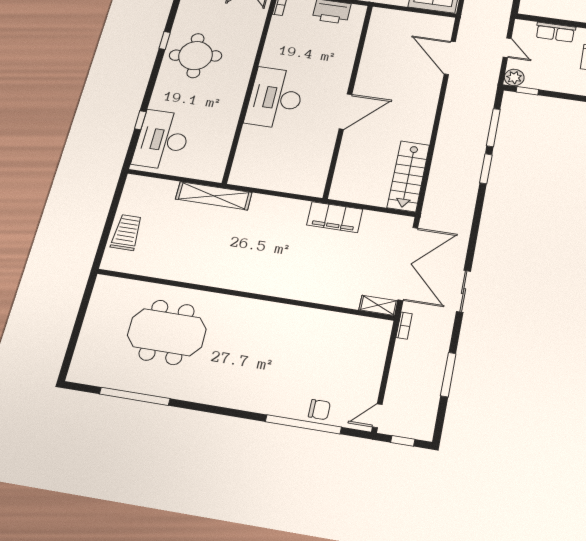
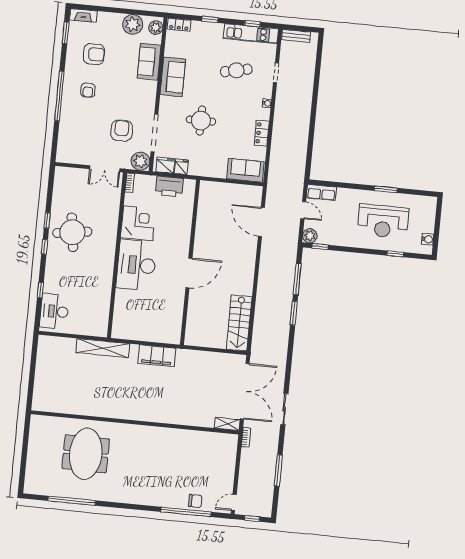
row of seats: (555, 32) -> (321, 193), moved
corner desk: (285, 50) -> (138, 223), added
window: (156, 70) -> (45, 247), added
desk: (162, 140) -> (54, 311), width x0.73, depth x0.77
filing cabinet: (335, 217) -> (157, 356), moved
trolley: (127, 232) -> (46, 381), removed
meeting table: (167, 332) -> (86, 454), turned 90

